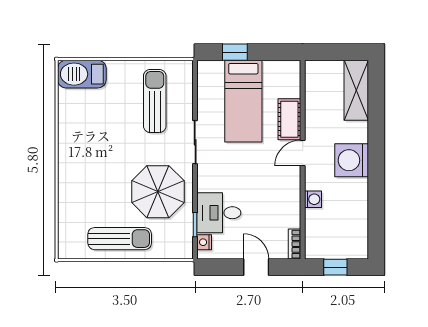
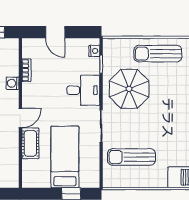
sun lounger: (155, 101) -> (131, 157), turned 90
desk: (219, 213) -> (83, 90), moved
bookcase: (295, 244) -> (26, 70), moved

